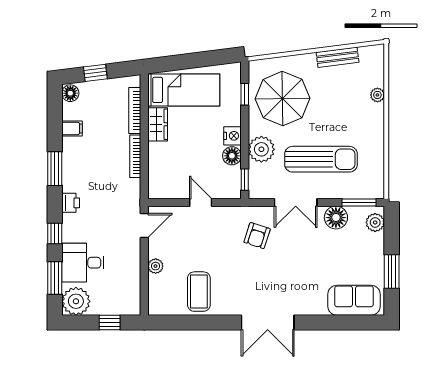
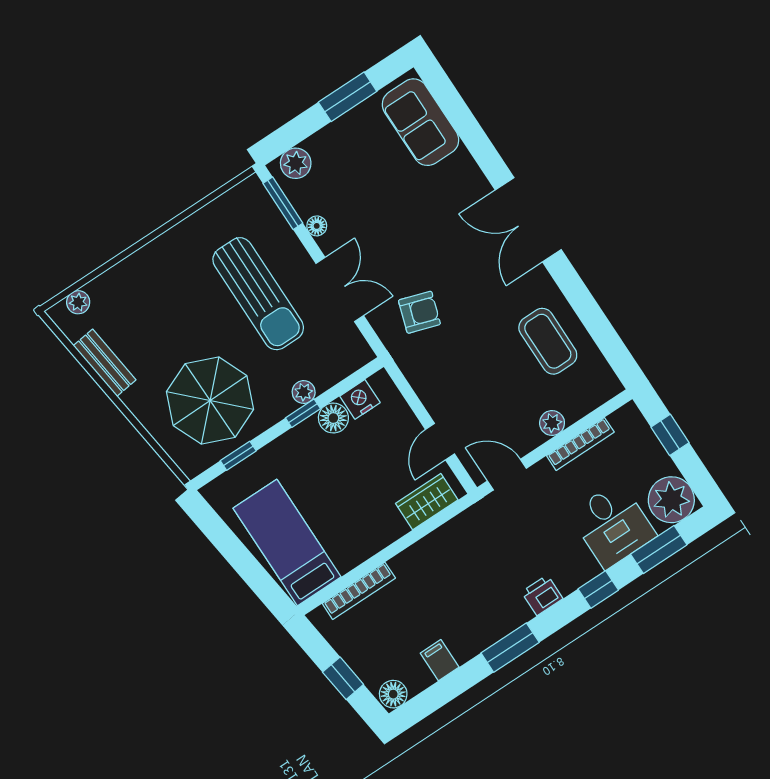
plant: (377, 95) -> (78, 302), moved
wardrobe: (158, 124) -> (427, 502), moved
nightstand: (233, 136) -> (360, 399), moved
plant: (261, 149) -> (304, 392), width x0.53, depth x0.53
bookcase: (135, 156) -> (580, 444), moved
sun lounger: (321, 159) -> (258, 294), turned 180
window: (245, 180) -> (303, 413), moved
door: (201, 202) -> (440, 442), moved
floor lamp: (336, 218) -> (317, 226), width x0.53, depth x0.53
coffee table: (199, 292) -> (548, 341), turned 90
double door: (268, 323) -> (528, 220), swing flipped

